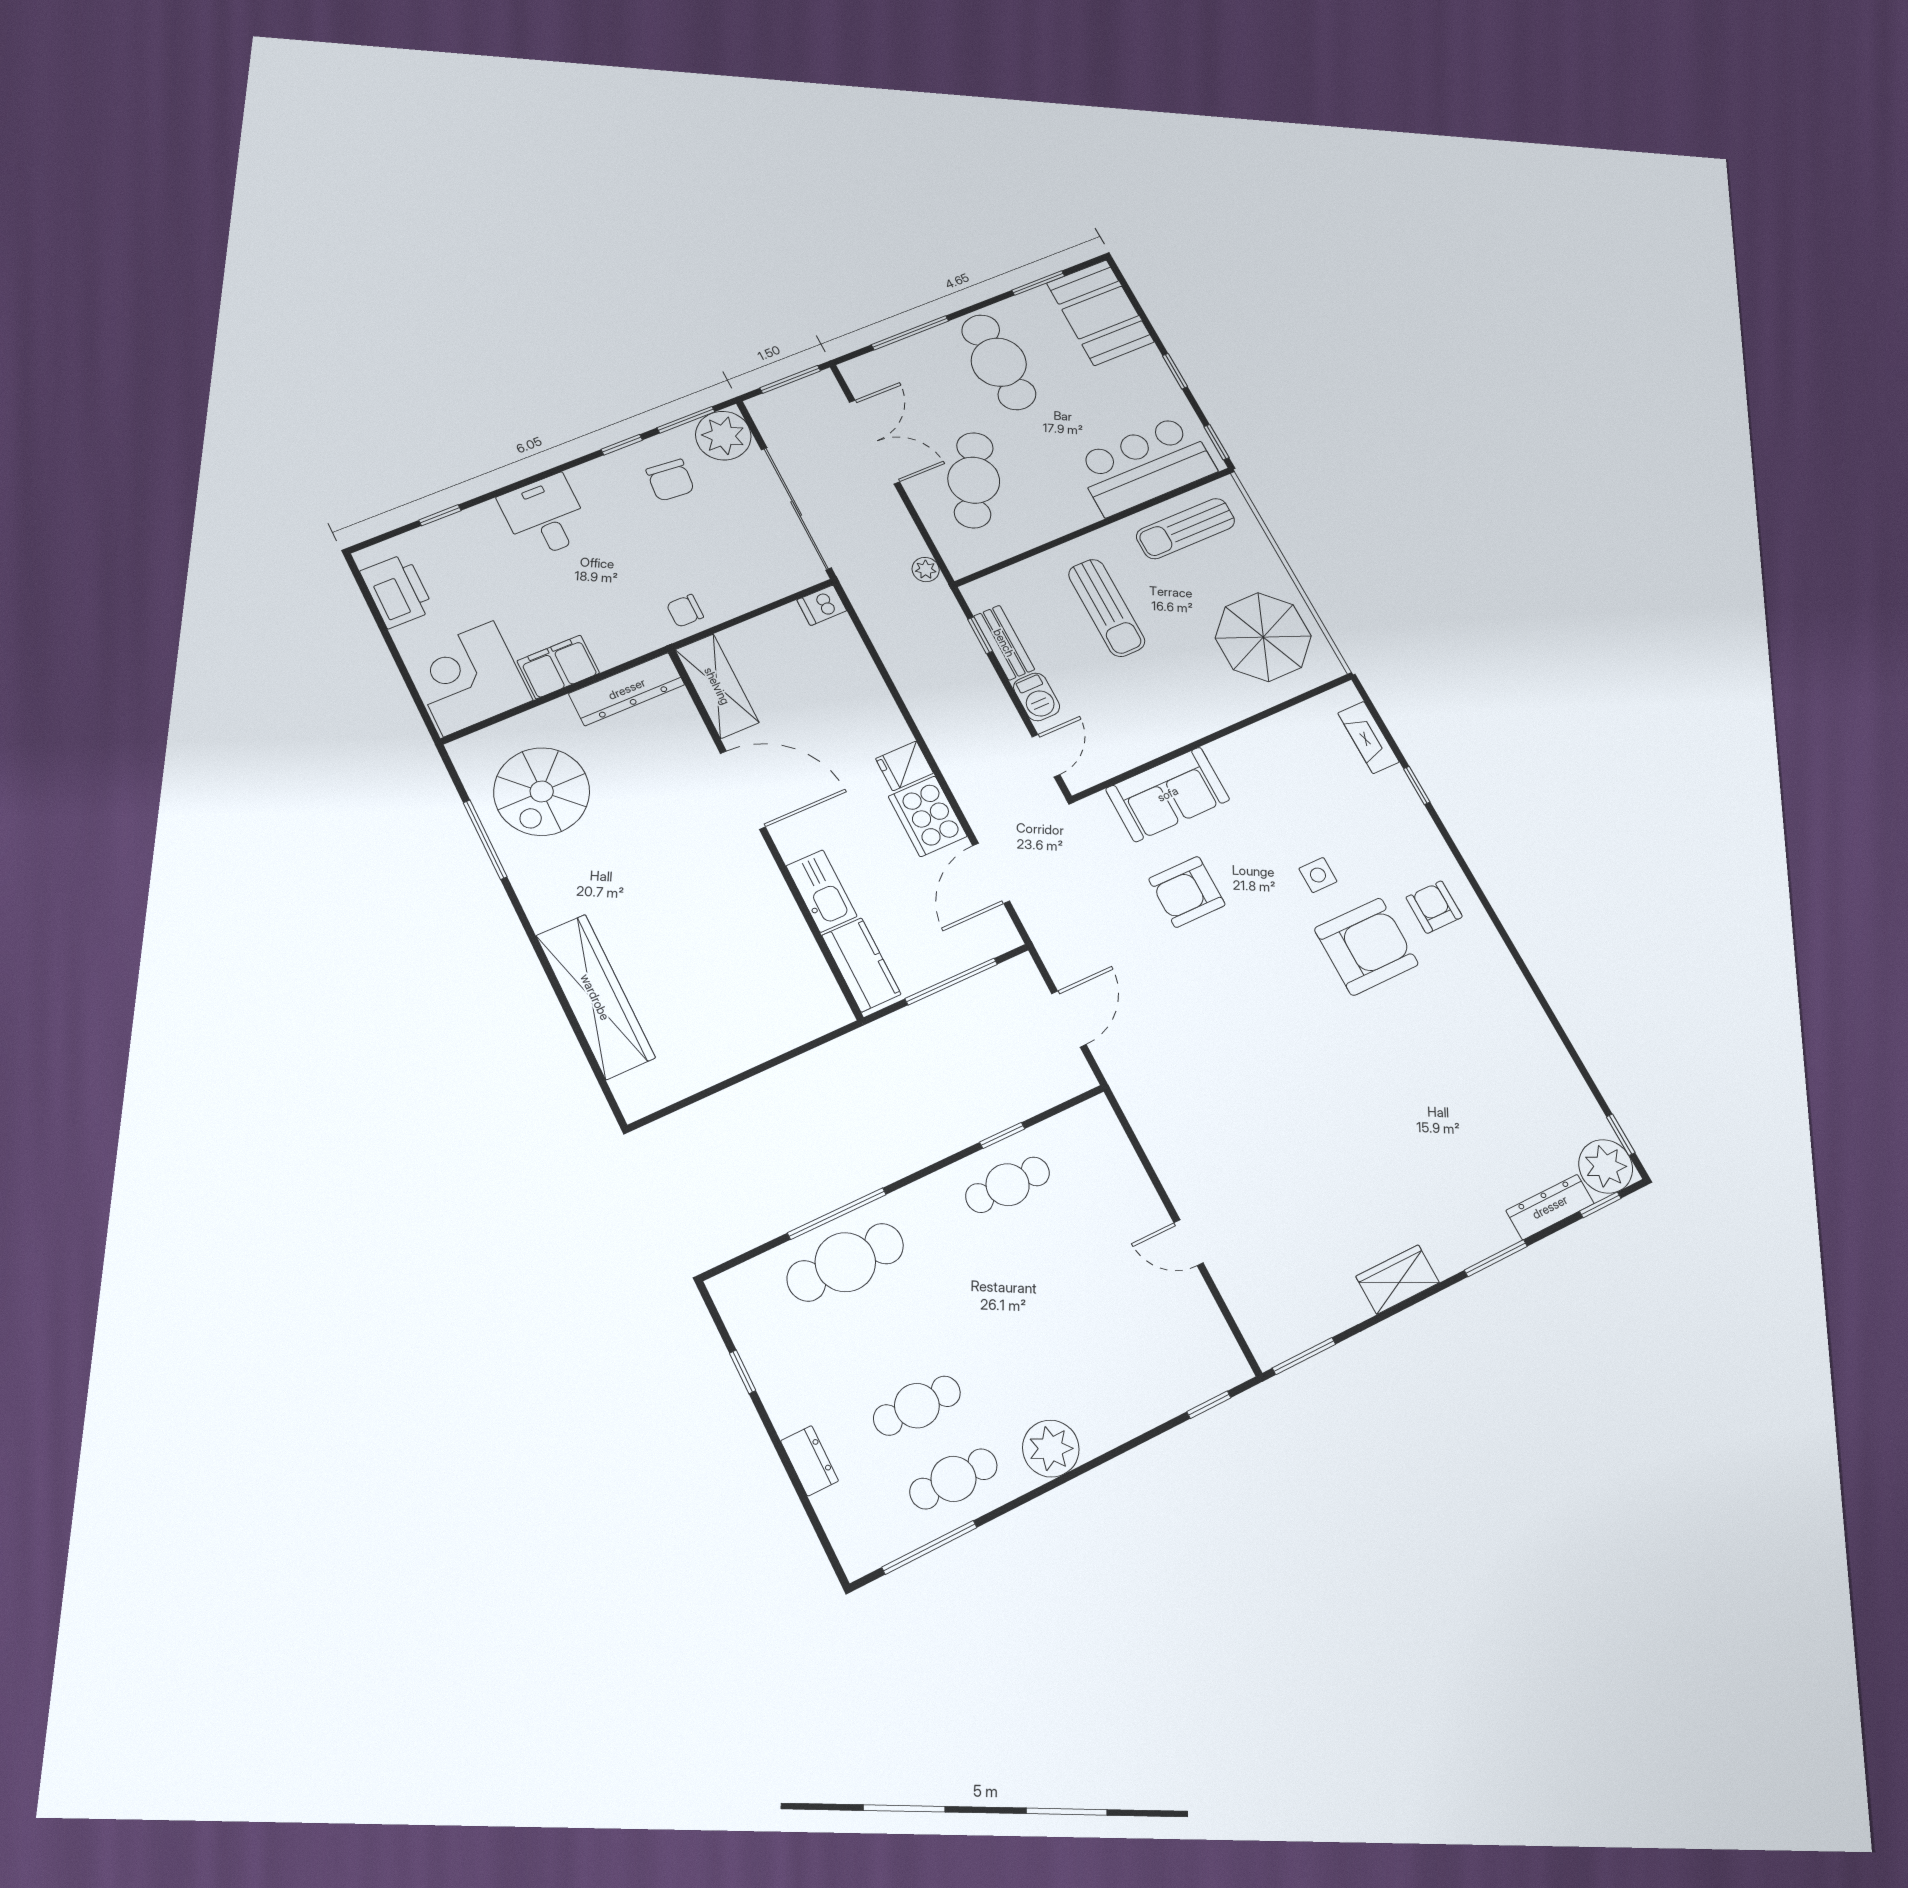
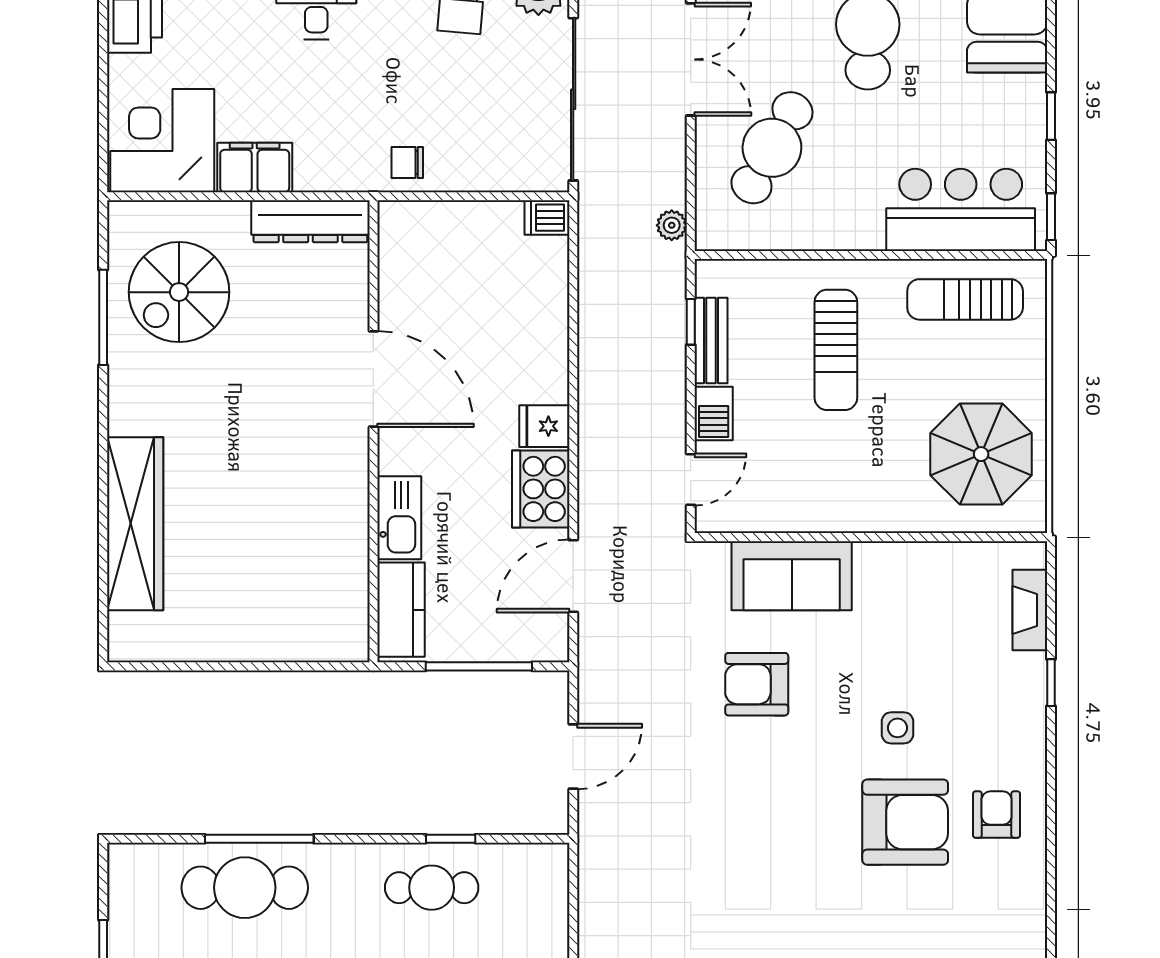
shelving: (717, 686) -> (400, 258), removed

